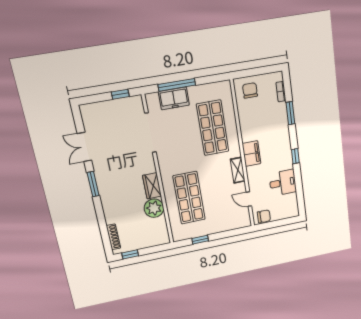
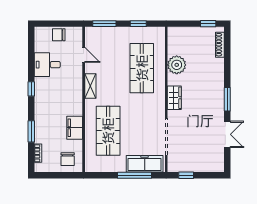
freezer: (174, 98) -> (145, 164), width x1.40
filing cabinet: (251, 153) -> (75, 128), moved
wardrobe: (152, 186) -> (174, 98), moved
chair: (264, 216) -> (59, 35), moved
window: (233, 233) -> (104, 24), added

